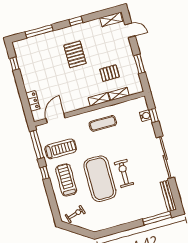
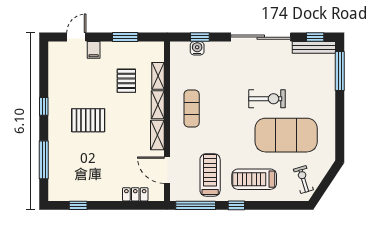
shelving: (111, 20) -> (157, 135), moved
filing cabinet: (124, 45) -> (94, 50), added
exercise bike: (124, 173) -> (267, 99), turned 180
exercise mat: (100, 179) -> (286, 135), moved
window: (176, 195) -> (315, 37), added

